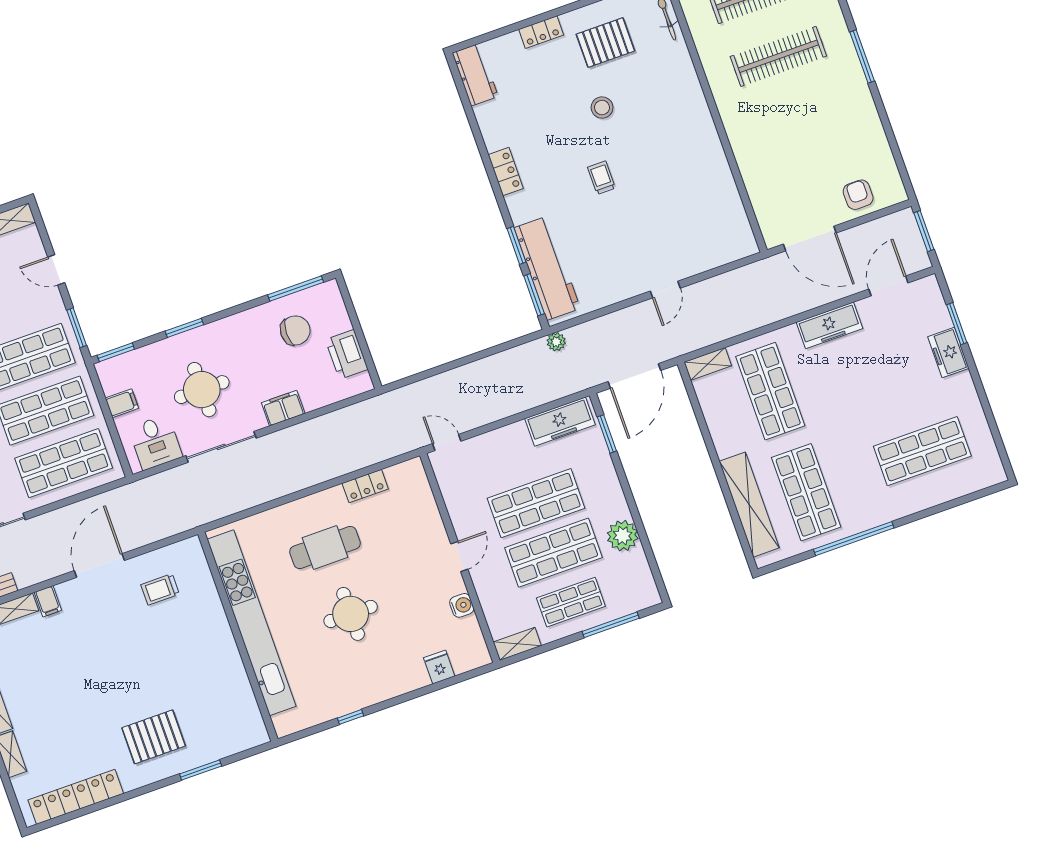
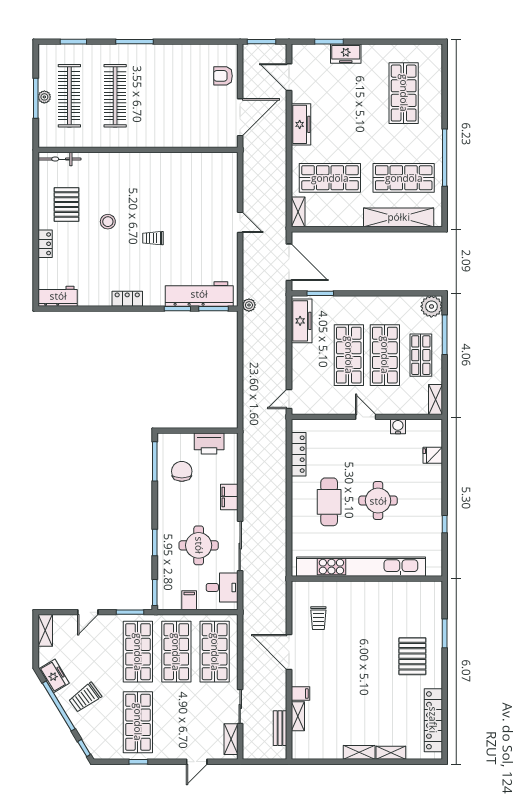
locker: (365, 486) -> (299, 454), width x1.53
plant: (623, 536) -> (431, 306), moved

